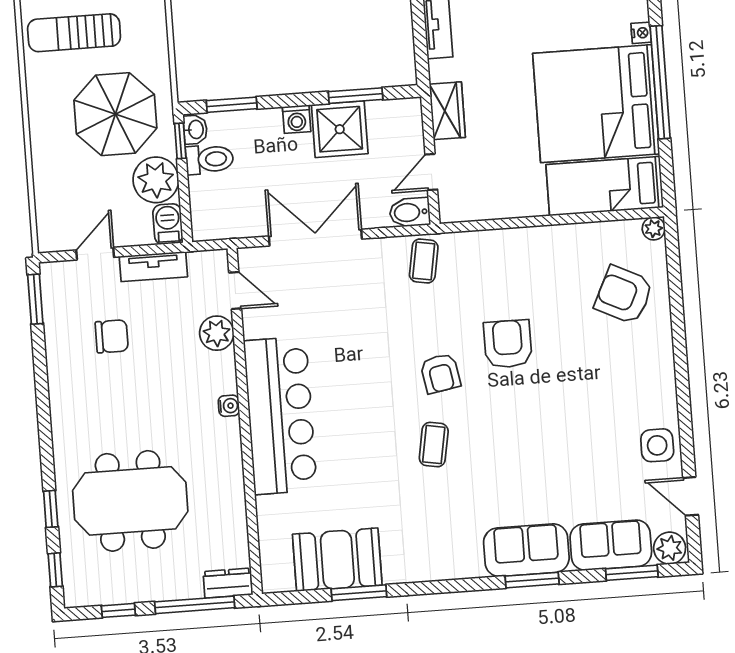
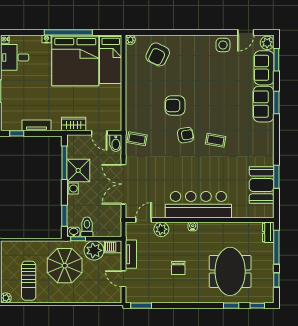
window: (356, 96) -> (64, 163), width x1.44
chair: (112, 336) -> (178, 268), moved, turned 180

